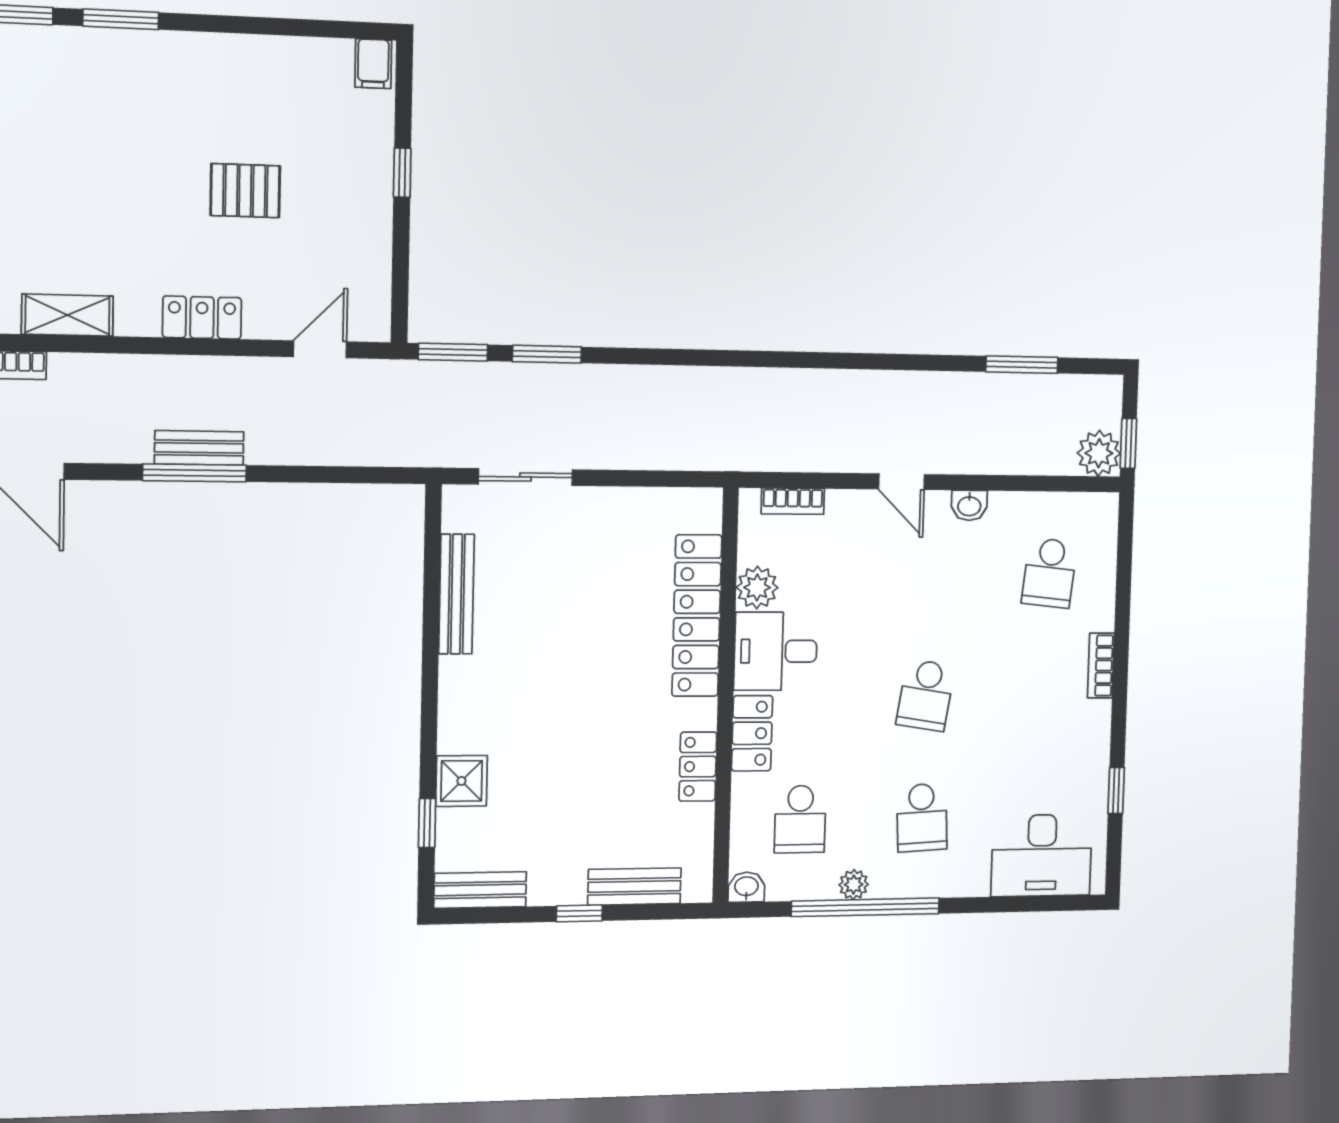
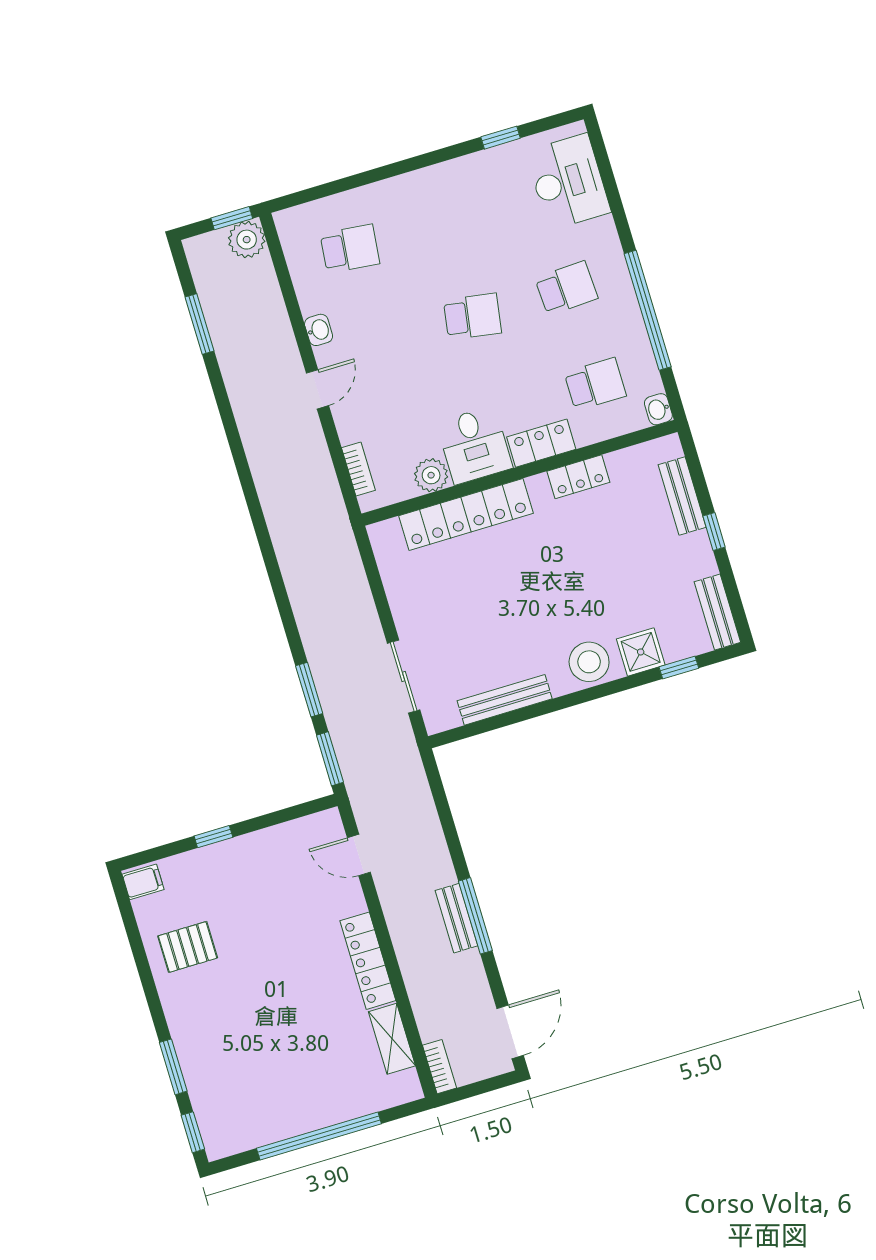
pallet: (245, 191) -> (188, 947), moved, turned 90
locker: (202, 318) -> (368, 961), width x1.53
bookcase: (1101, 666) -> (408, 183), removed
stool: (470, 713) -> (589, 662), added
plant: (854, 885) -> (633, 326), removed

